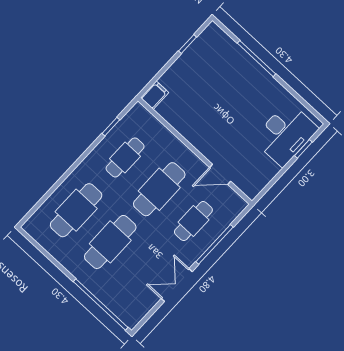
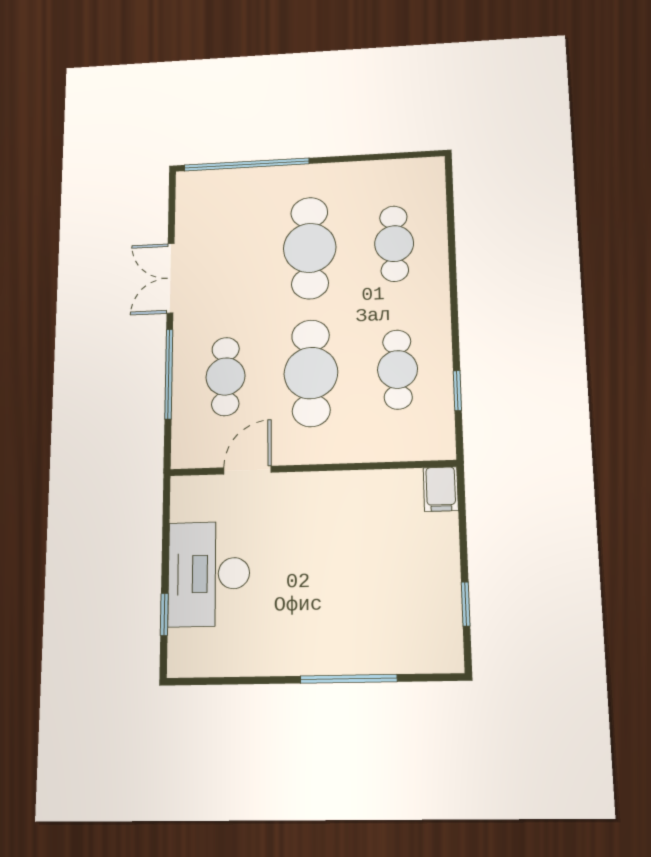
desk: (285, 134) -> (209, 574), moved
cafe table: (76, 210) -> (394, 244), width x0.73, depth x0.74
double door: (177, 285) -> (171, 278), swing flipped

